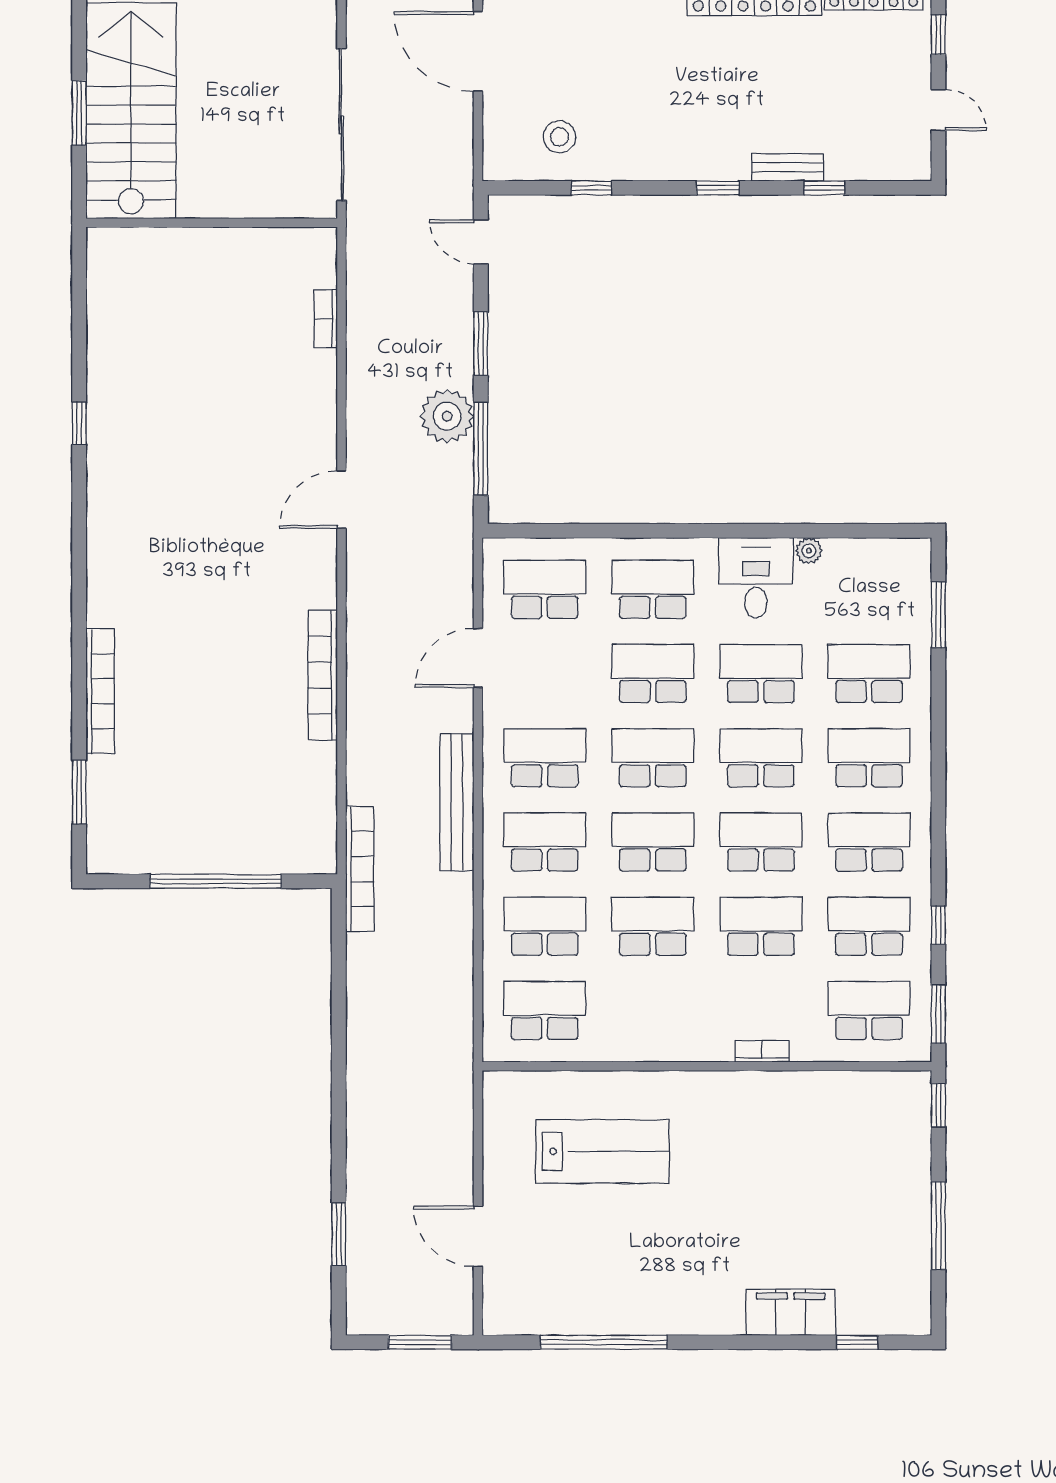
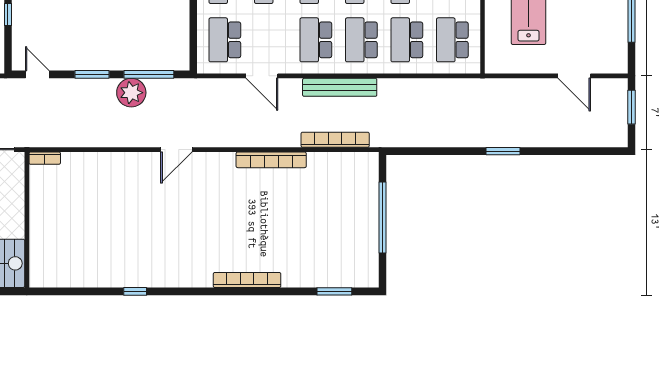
door: (481, 242) -> (37, 74), swing flipped
bookcase: (326, 319) -> (45, 158), moved
door: (341, 500) -> (176, 150), hinge flipped
bookcase: (100, 691) -> (247, 280), moved
bookcase: (360, 869) -> (335, 140), moved
window: (339, 1234) -> (503, 151), moved
door: (478, 1236) -> (574, 76), hinge flipped

